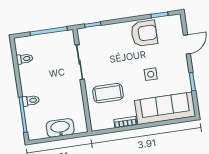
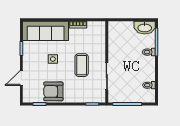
coffee table: (108, 93) -> (82, 65), moved, turned 90
washbasin: (60, 128) -> (145, 28), moved

